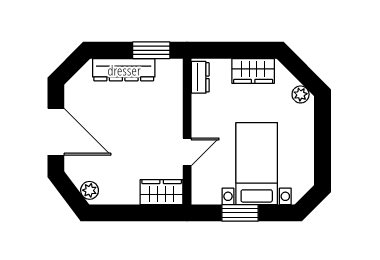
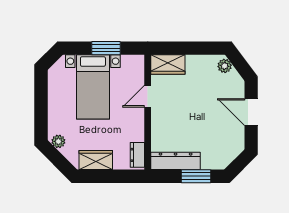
window: (151, 50) -> (196, 176), moved
dresser: (124, 70) -> (176, 161), moved
door: (56, 132) -> (251, 112), width x0.73

